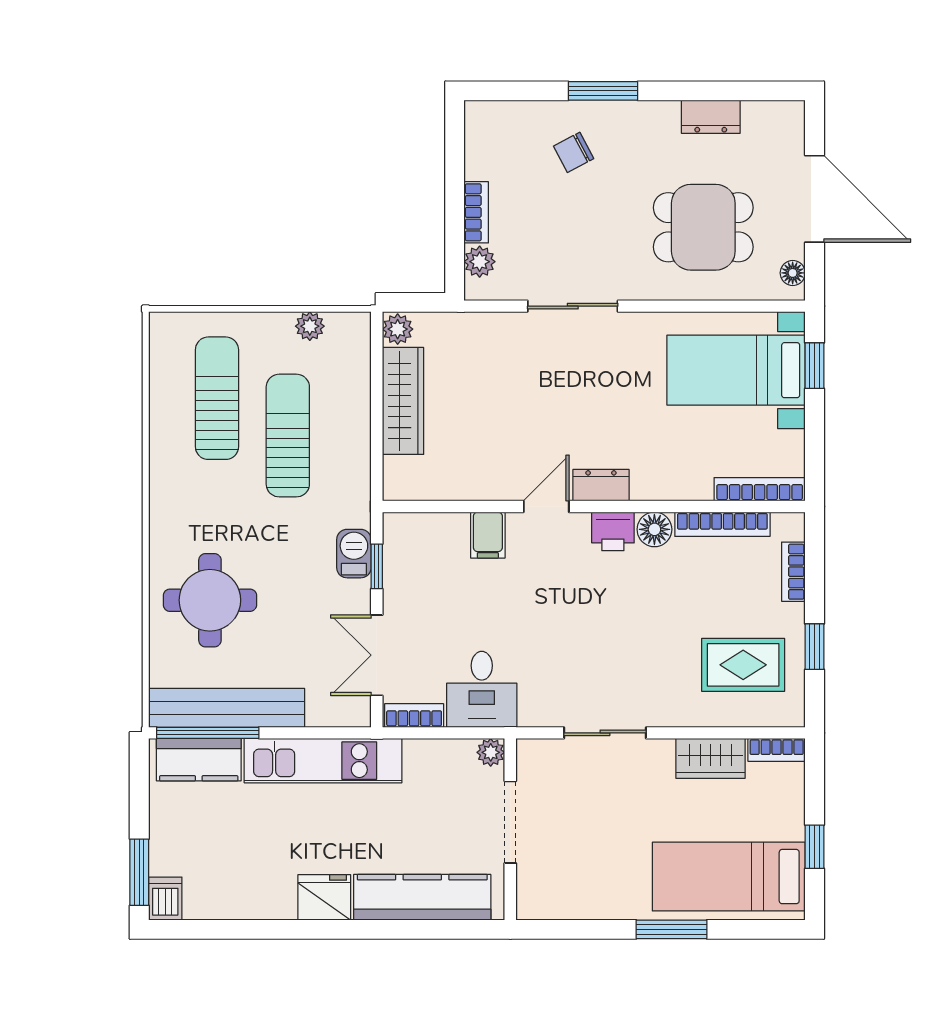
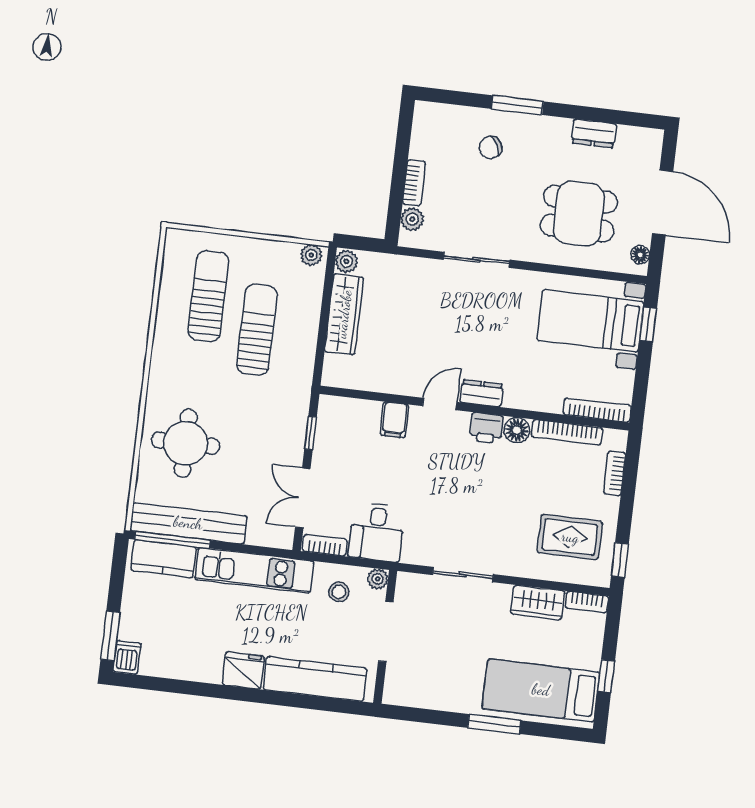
plant: (310, 326) -> (311, 255), moved
barbecue: (354, 554) -> (295, 422), removed
window: (815, 647) -> (620, 560), moved
stool: (441, 776) -> (339, 592), added

